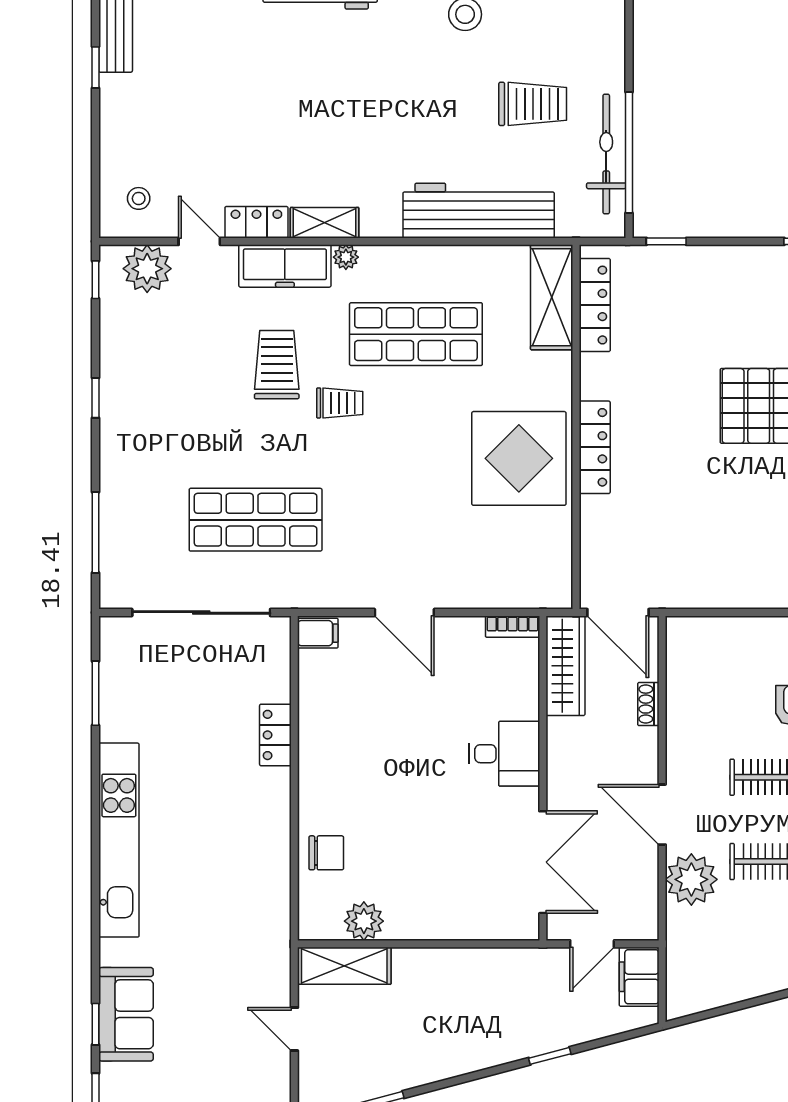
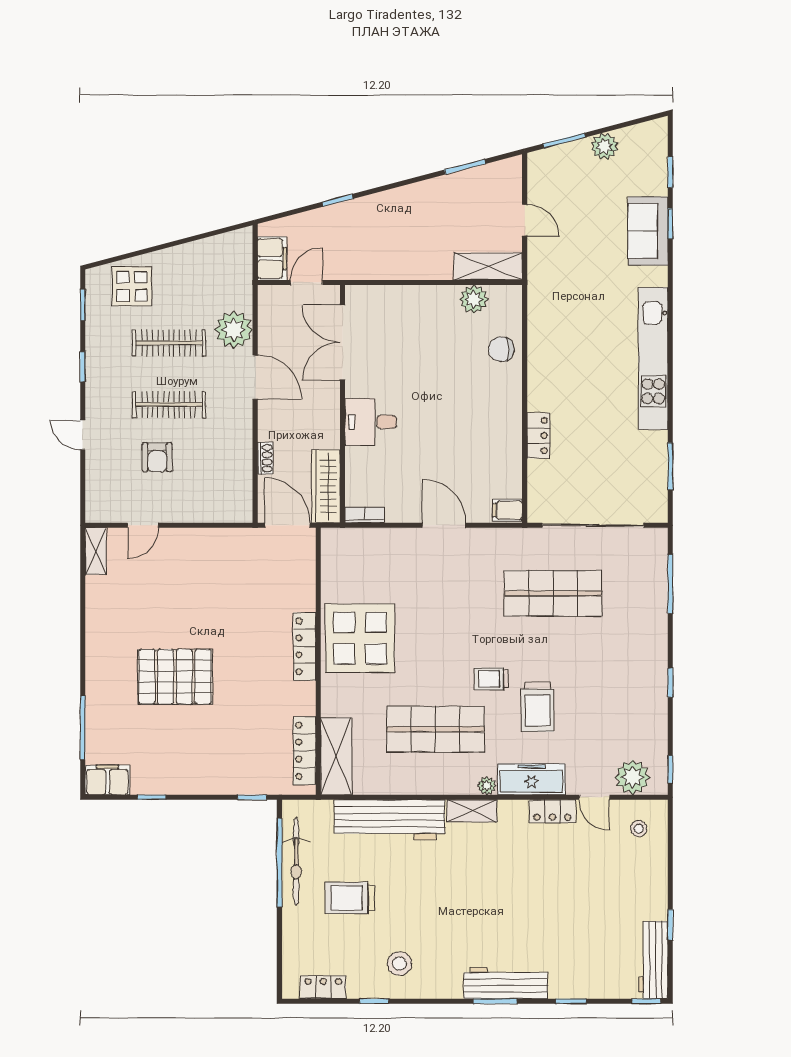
shelving: (325, 223) -> (472, 811), moved

